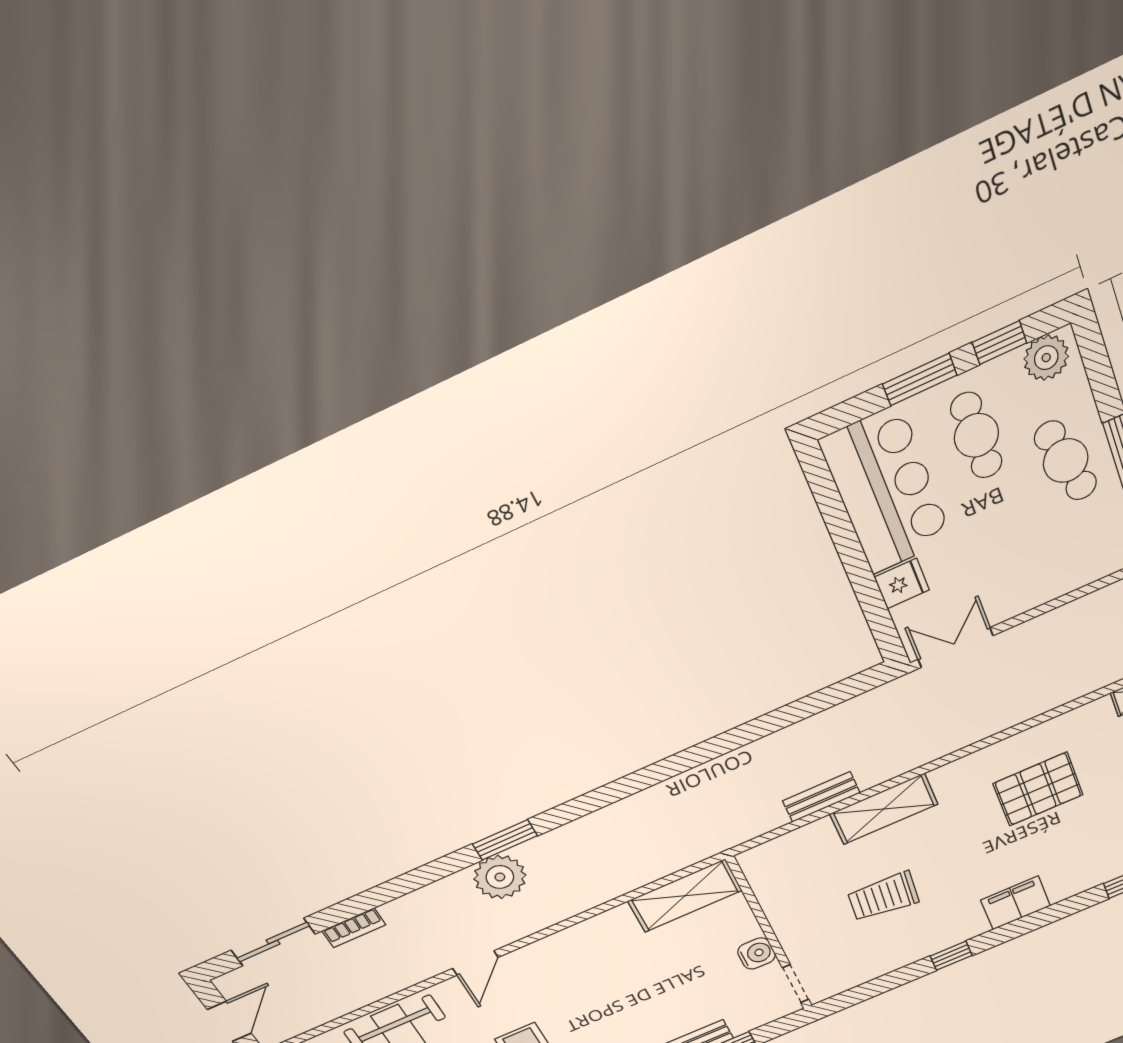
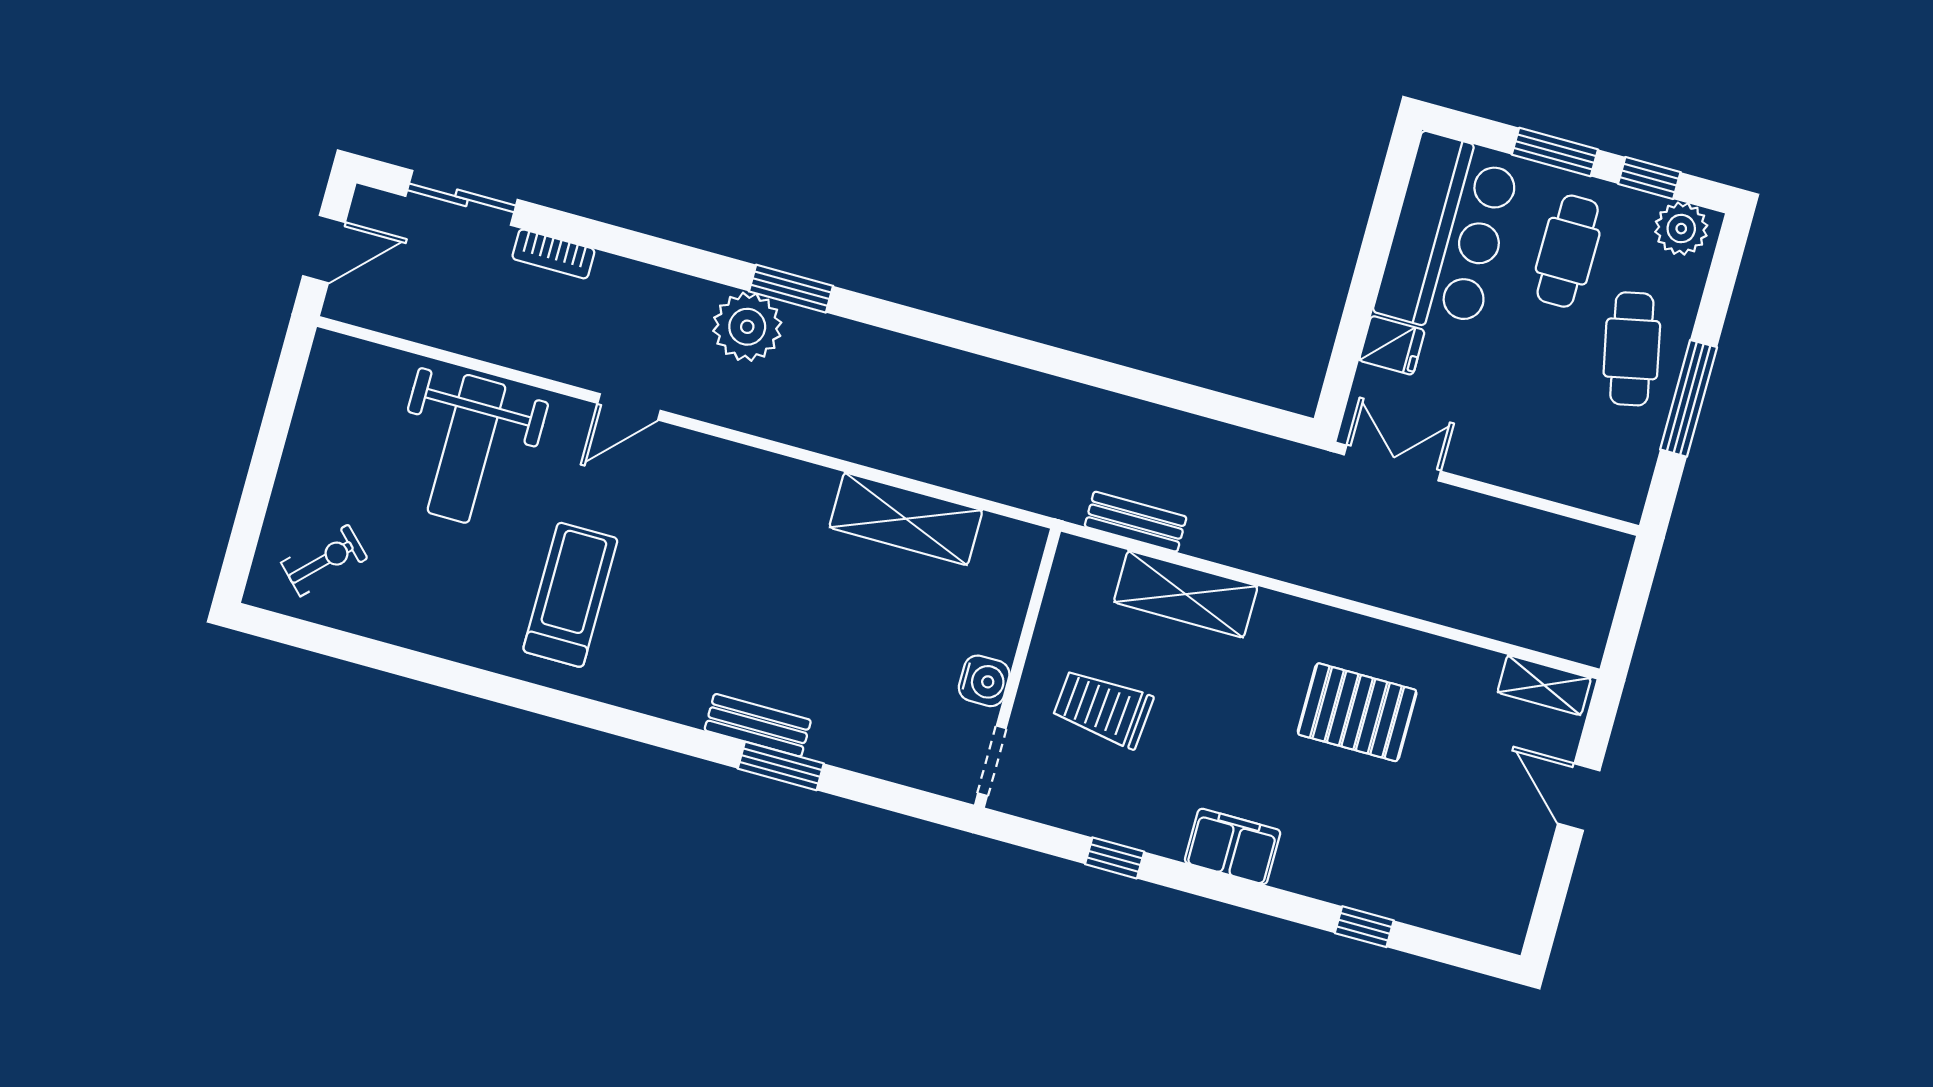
wall: (770, 934) -> (1017, 668), moved
water cooler: (756, 954) -> (984, 681), moved
doorway: (796, 984) -> (992, 761), moved

